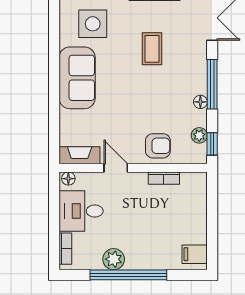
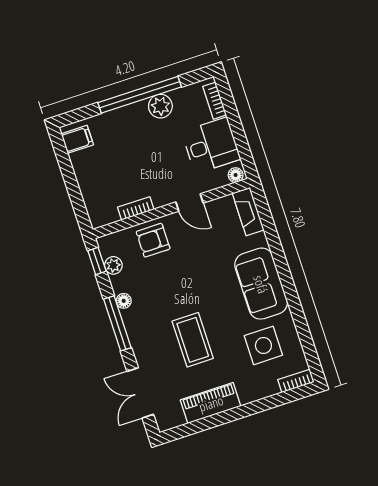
coffee table: (152, 49) -> (193, 340), width x1.36, depth x1.30
fireplace: (80, 155) -> (248, 212), moved, turned 90

